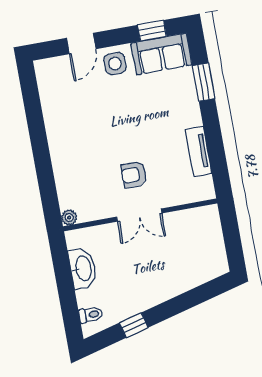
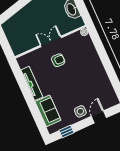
sofa: (161, 54) -> (48, 111), moved, turned 90
window: (204, 82) -> (36, 113), removed
tv unit: (198, 151) -> (32, 83), width x1.41

